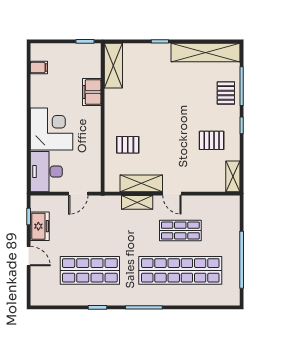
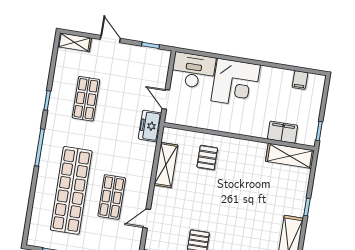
filing cabinet: (92, 92) -> (283, 132), moved
door: (172, 194) -> (147, 219), moved
shelving: (137, 202) -> (74, 42), moved, turned 90
freezer: (40, 226) -> (150, 126), moved, turned 90
door: (29, 256) -> (110, 39), swing flipped
shop shelf: (90, 270) -> (86, 99), width x0.70, depth x0.74

